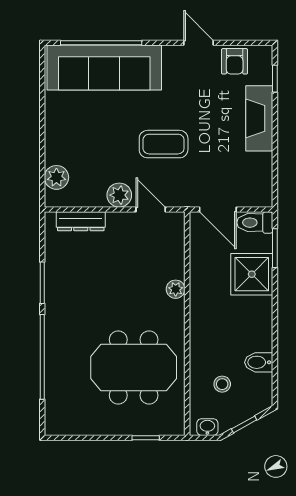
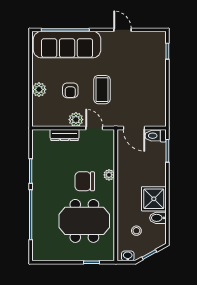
armchair: (235, 61) -> (70, 90), moved
fireplace: (259, 118) -> (158, 74), removed
coffee table: (164, 144) -> (102, 90), turned 90
plant: (56, 177) -> (39, 89), moved
dresser: (81, 221) -> (65, 135), moved
shower: (252, 274) -> (154, 199), moved
chair: (134, 300) -> (85, 181), added

